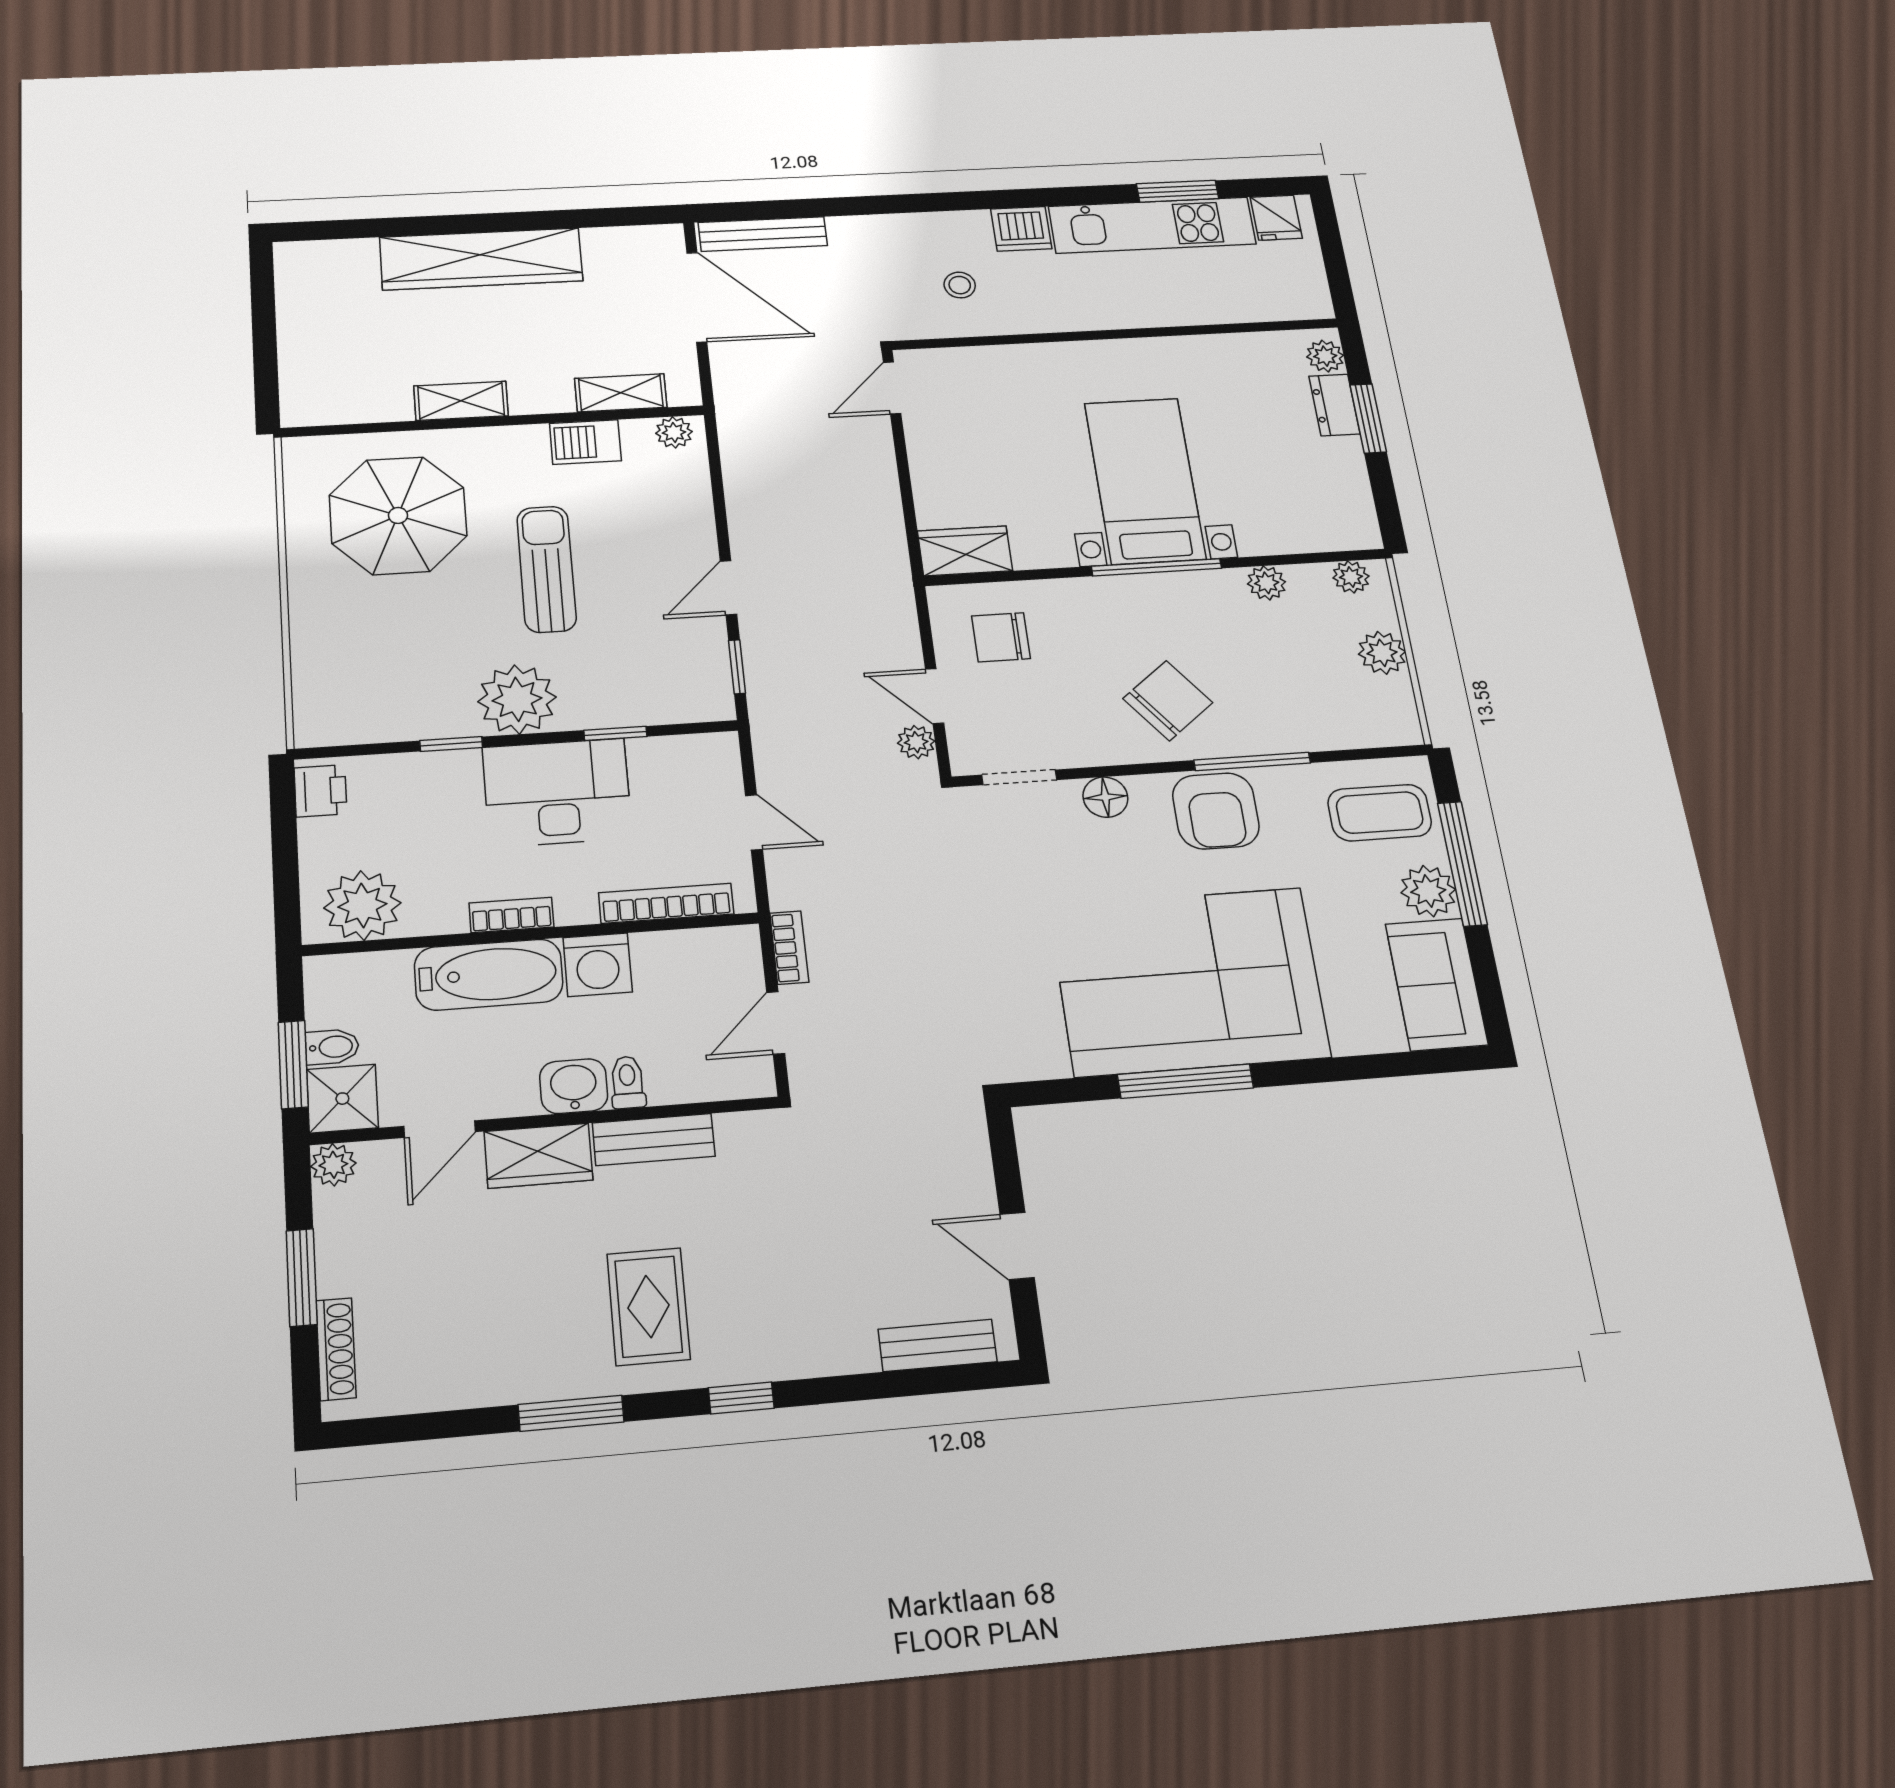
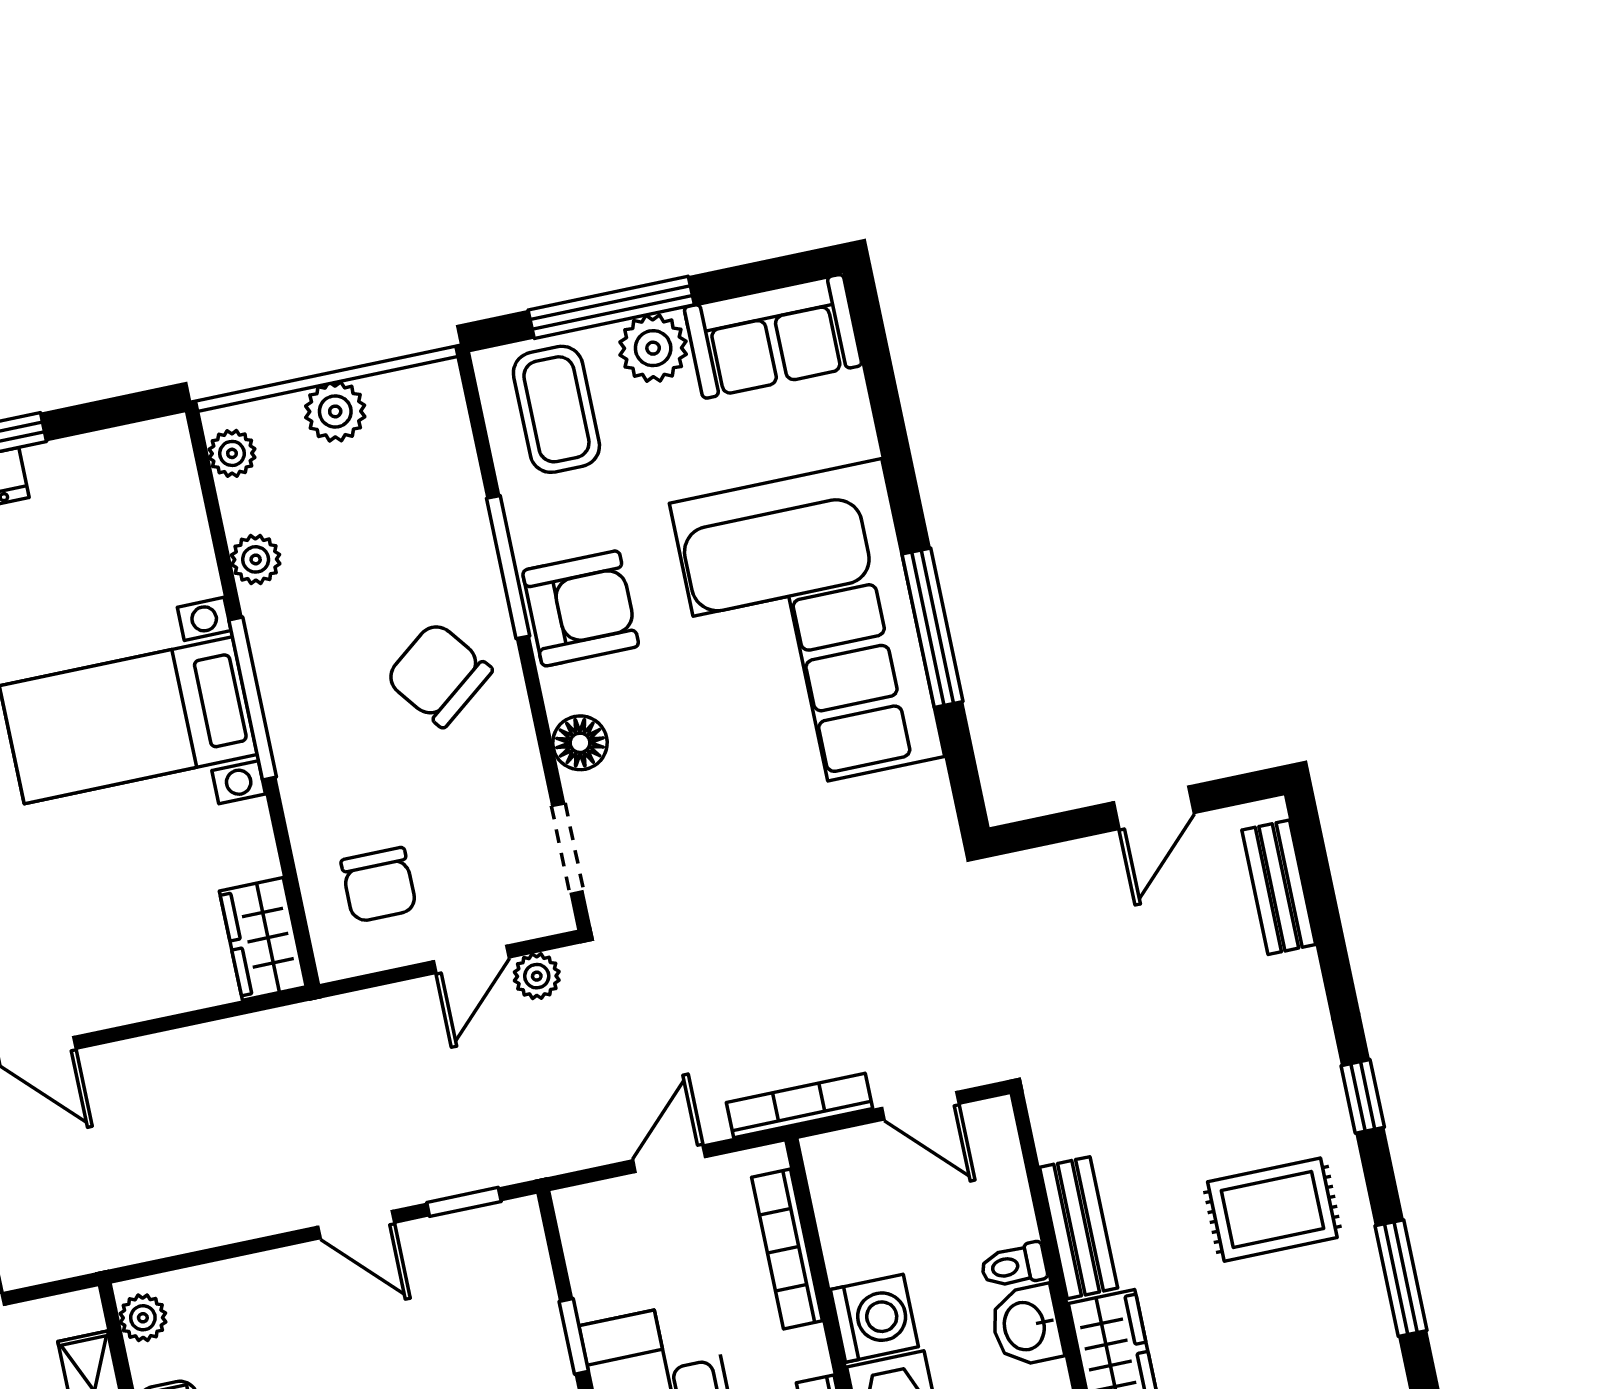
bookcase: (789, 948) -> (800, 1105), width x1.56

